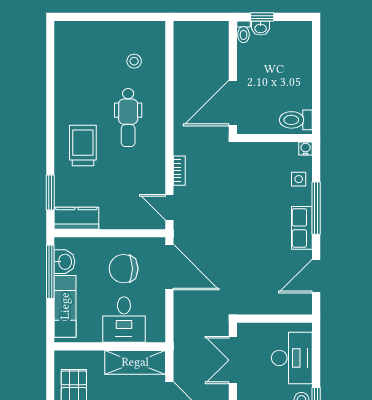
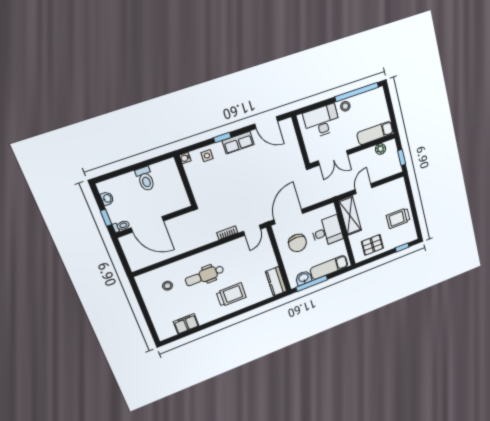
washbasin: (261, 28) -> (107, 198), moved
filing cabinet: (65, 66) -> (186, 324), added
door: (233, 103) -> (147, 224), moved
dental chair: (128, 117) -> (205, 276), turned 180
toilet: (296, 120) -> (145, 179), moved
trolley: (83, 145) -> (231, 295), turned 180
window: (50, 192) -> (266, 302), removed
window: (316, 208) -> (222, 138), width x0.46

